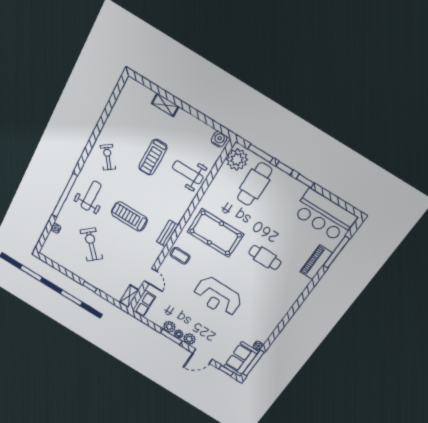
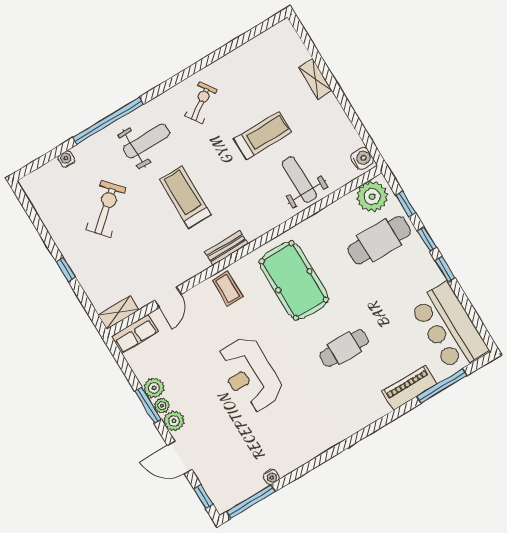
window: (260, 153) -> (406, 204), width x0.67
treadmill: (153, 157) -> (263, 135), turned 180
cafe table: (265, 258) -> (344, 348), turned 90
sofa: (241, 359) -> (235, 487), removed

